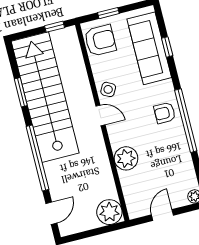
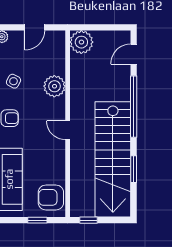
side table: (108, 89) -> (14, 81), moved

